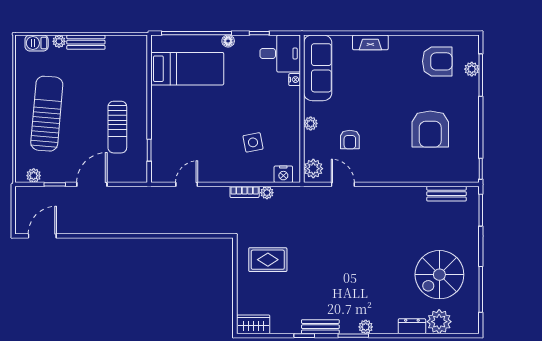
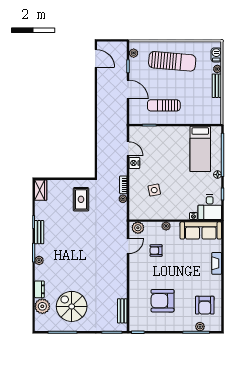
nightstand: (283, 174) -> (134, 163), moved

